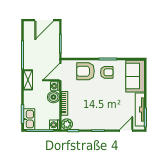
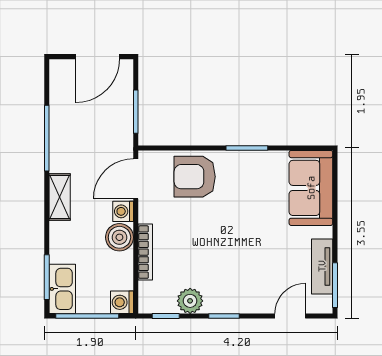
armchair: (107, 72) -> (245, 179), removed
tv unit: (140, 110) -> (322, 266), width x0.71
plant: (67, 124) -> (190, 301), moved

